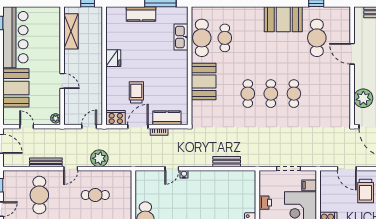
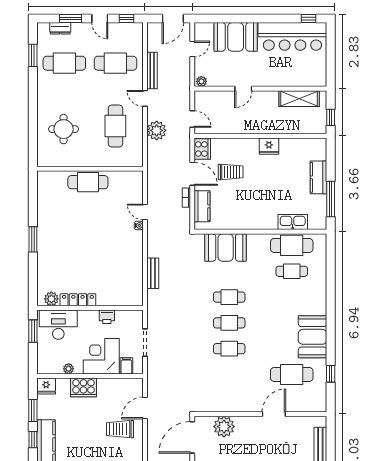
booth: (204, 82) -> (226, 248), moved
cafe table: (95, 195) -> (115, 126), width x1.37, depth x1.35

